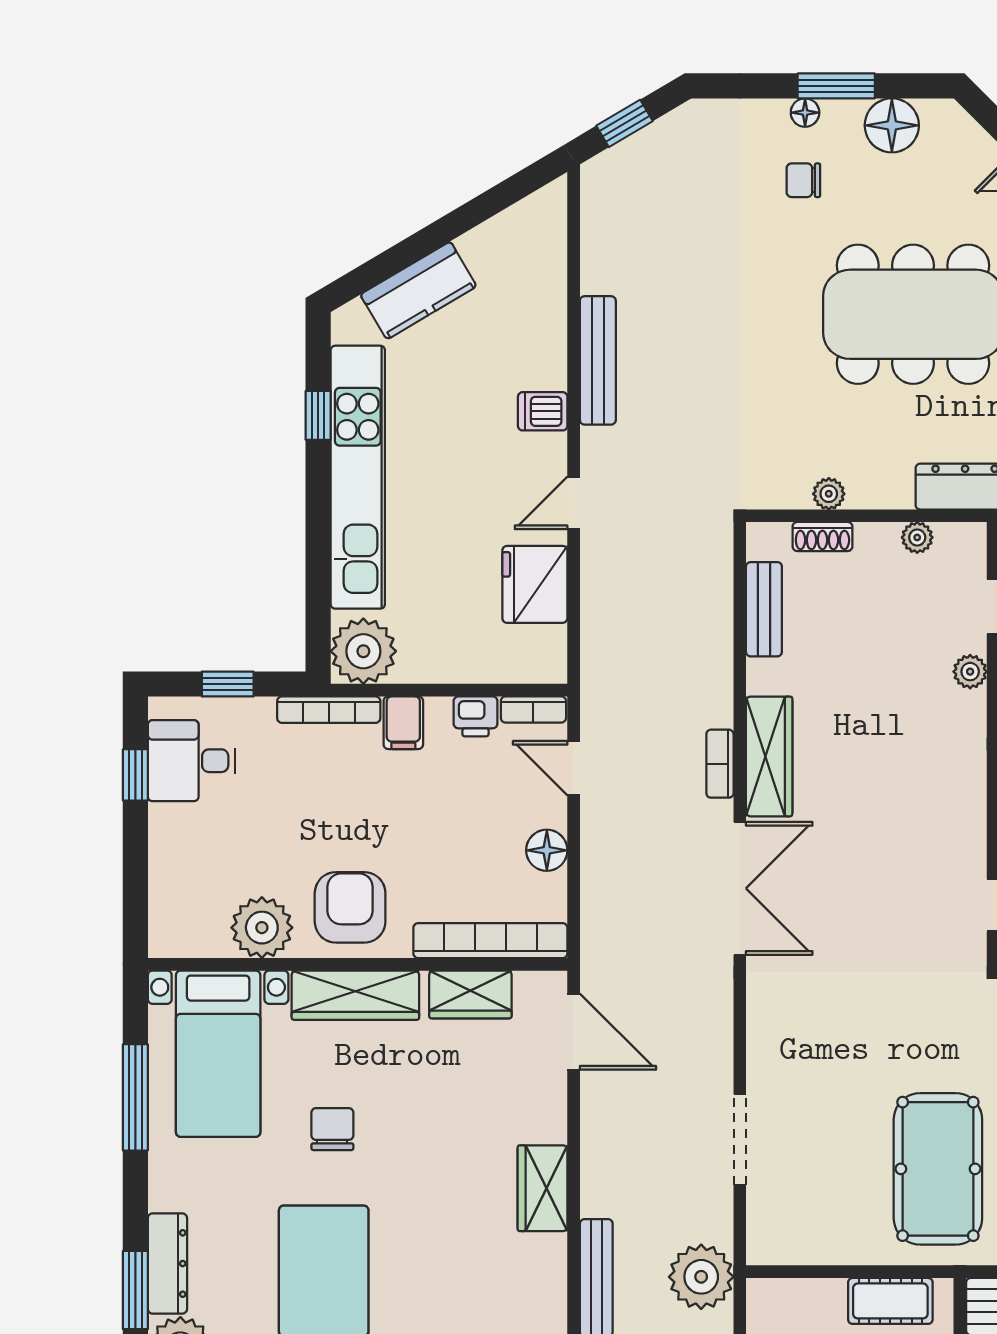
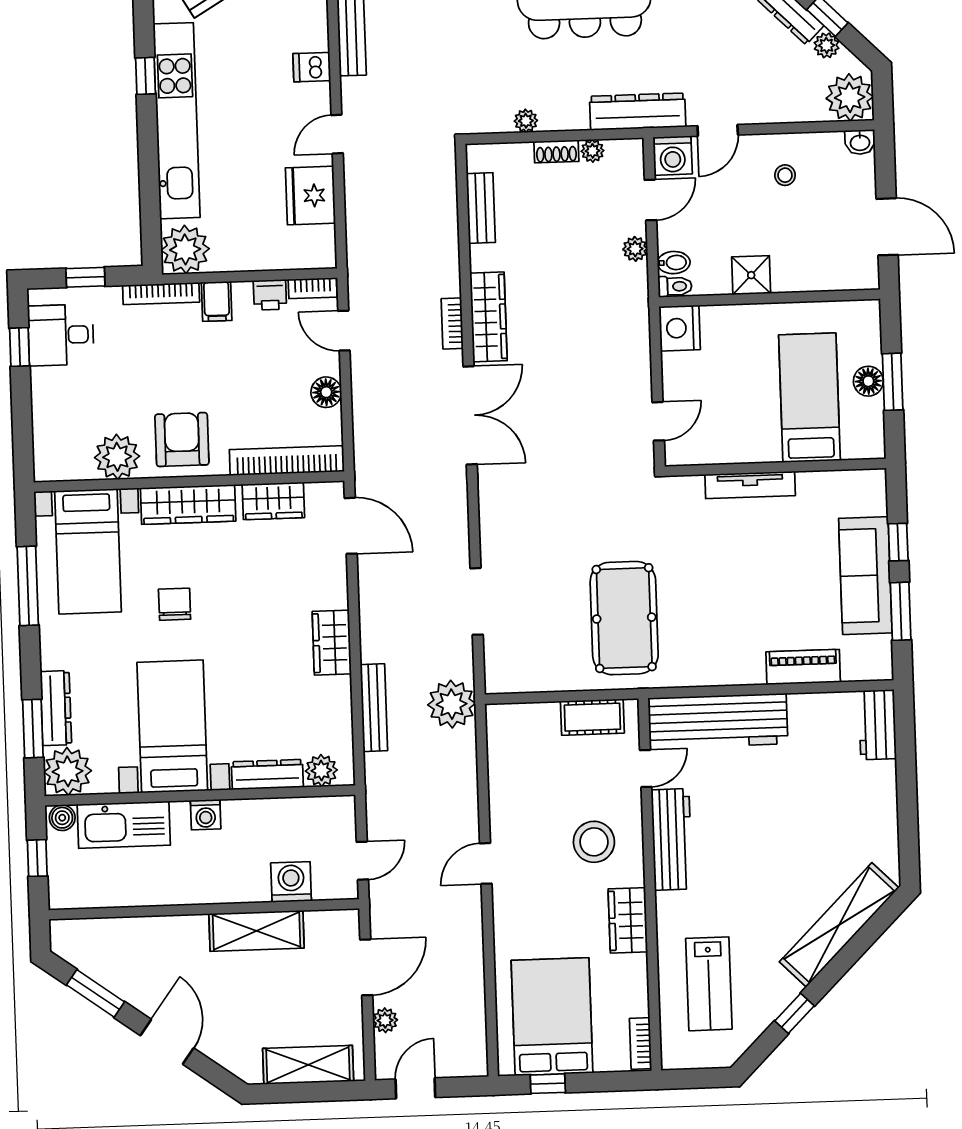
shoe rack: (822, 537) -> (556, 151), moved

